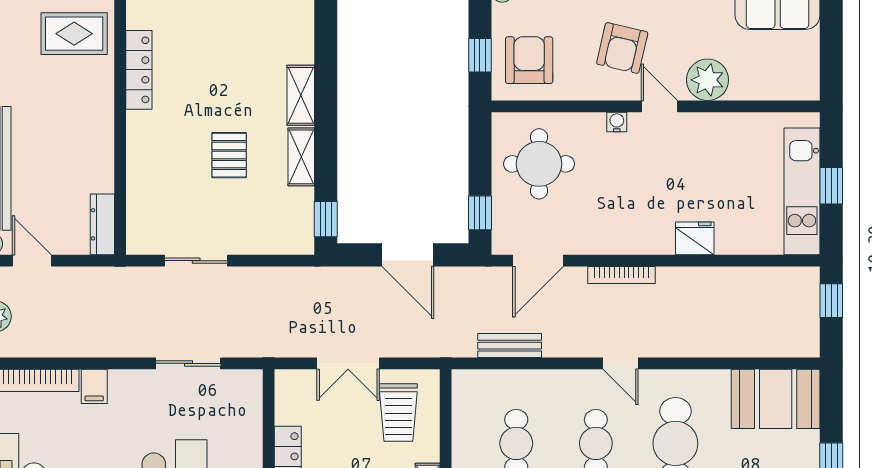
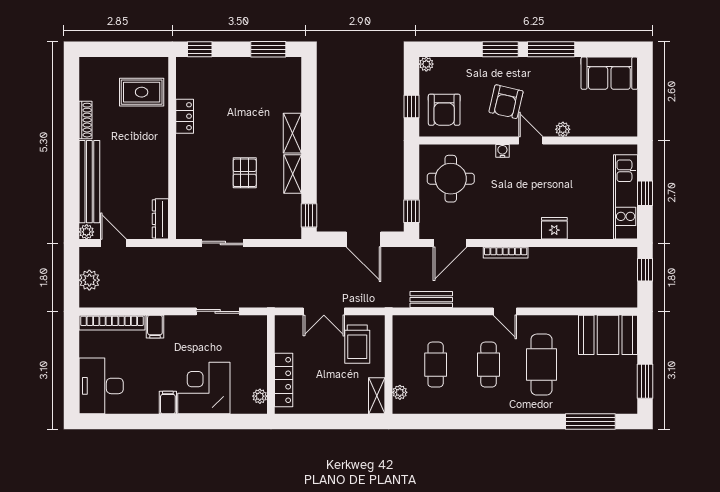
armchair: (529, 60) -> (444, 110), turned 180
locker: (139, 70) -> (185, 116), width x0.66
plant: (708, 80) -> (563, 129), width x0.53, depth x0.53

